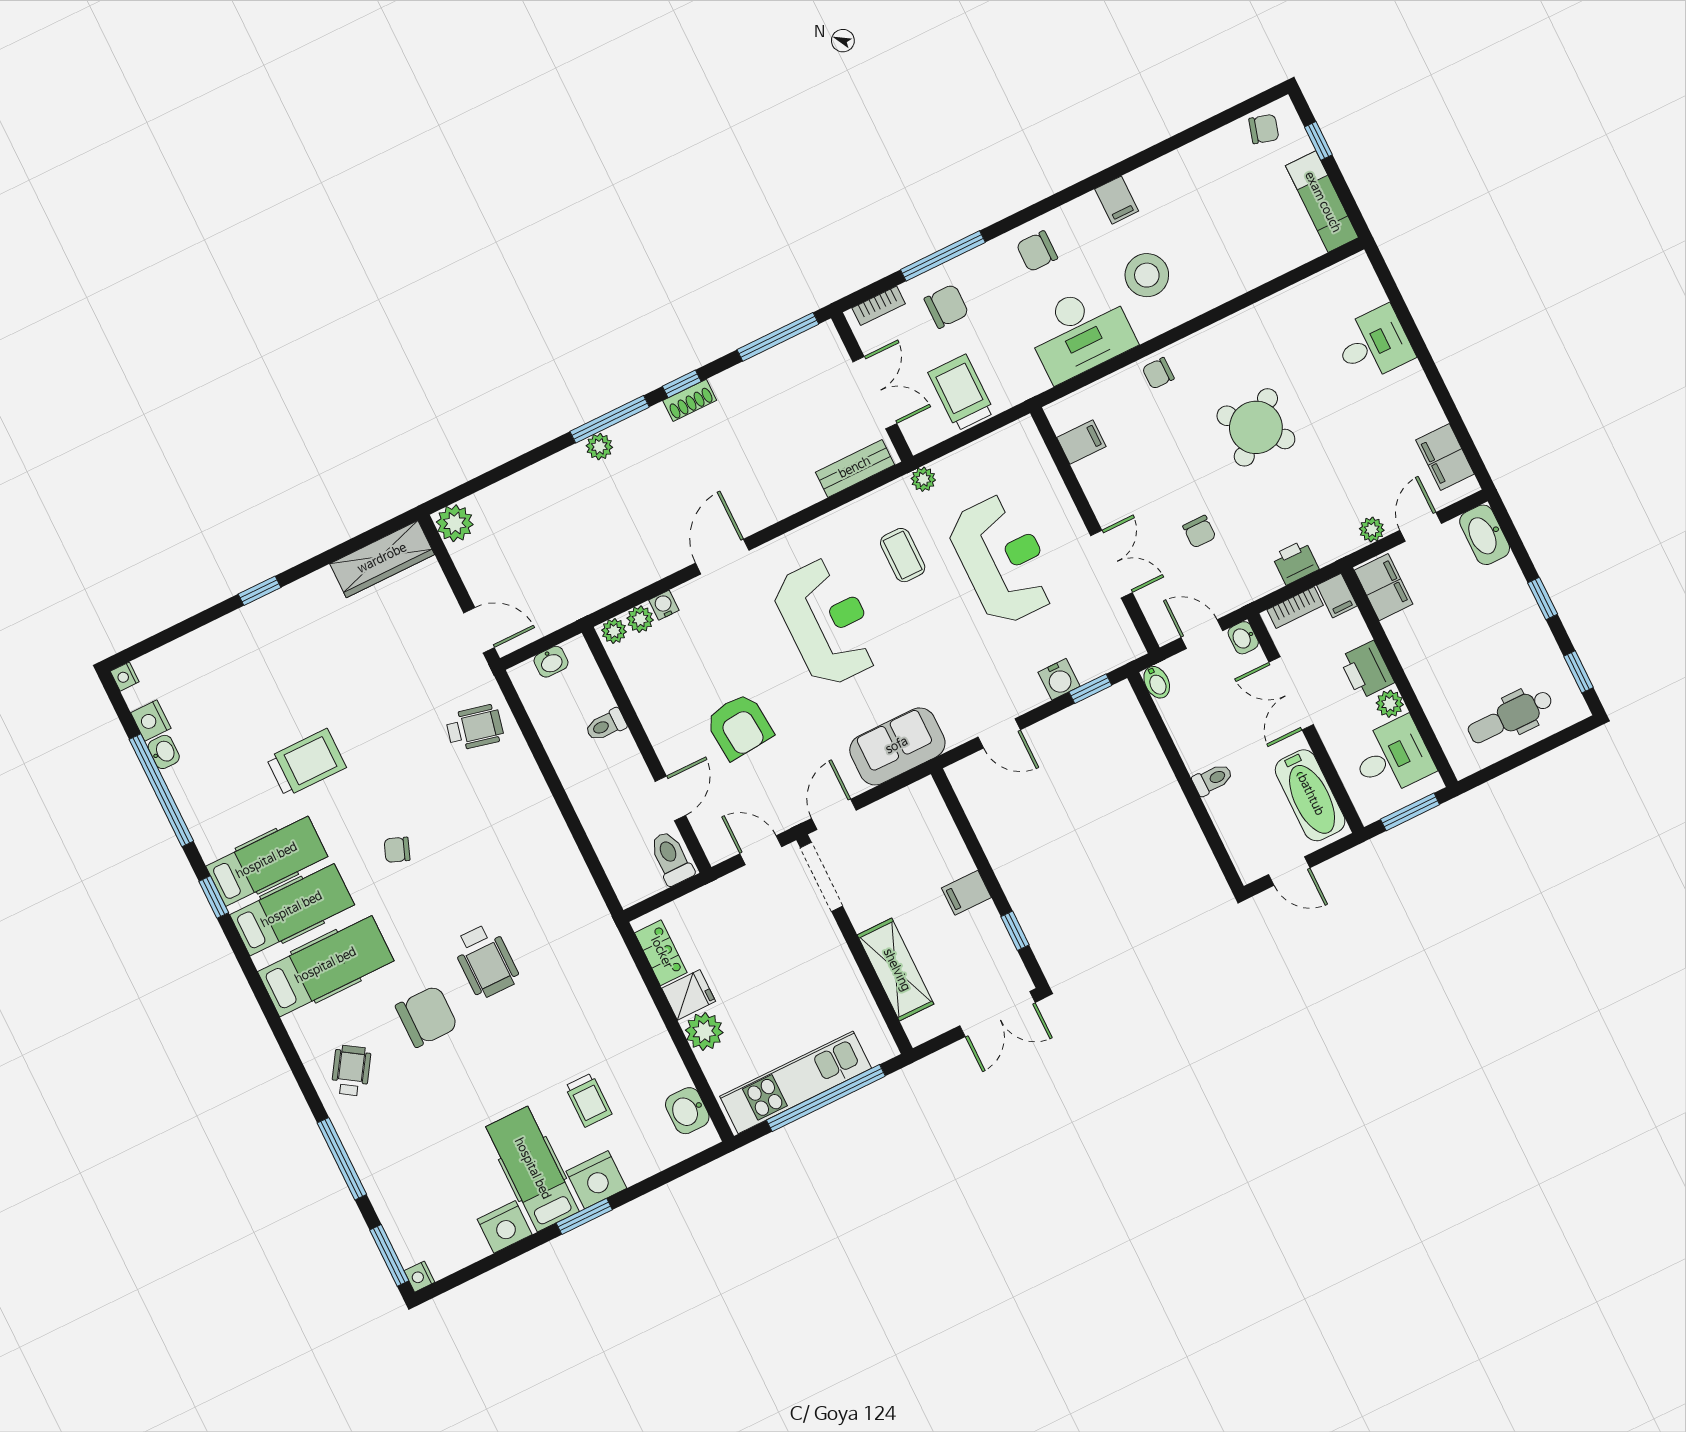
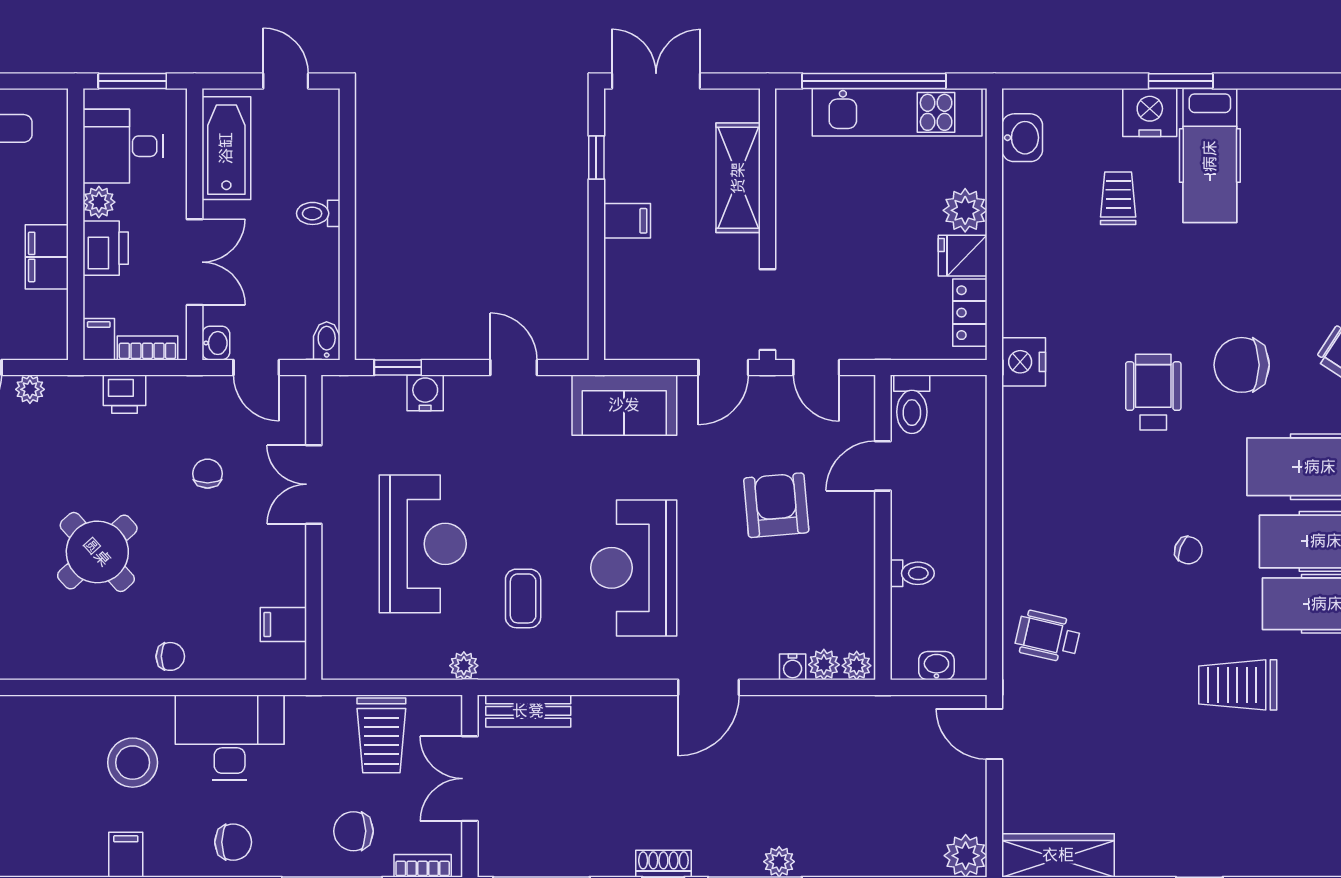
reception desk: (1003, 559) -> (423, 544), turned 180
filing cabinet: (1384, 587) -> (47, 257), moved
nightstand: (505, 1227) -> (1024, 362), moved, turned -90

